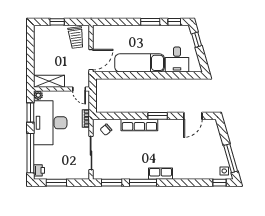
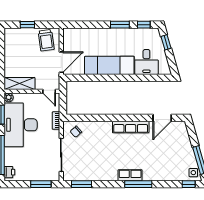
window: (158, 116) -> (127, 118), removed
row of seats: (139, 125) -> (131, 127), moved
window: (56, 183) -> (41, 184), moved
window: (143, 183) -> (138, 184), moved

